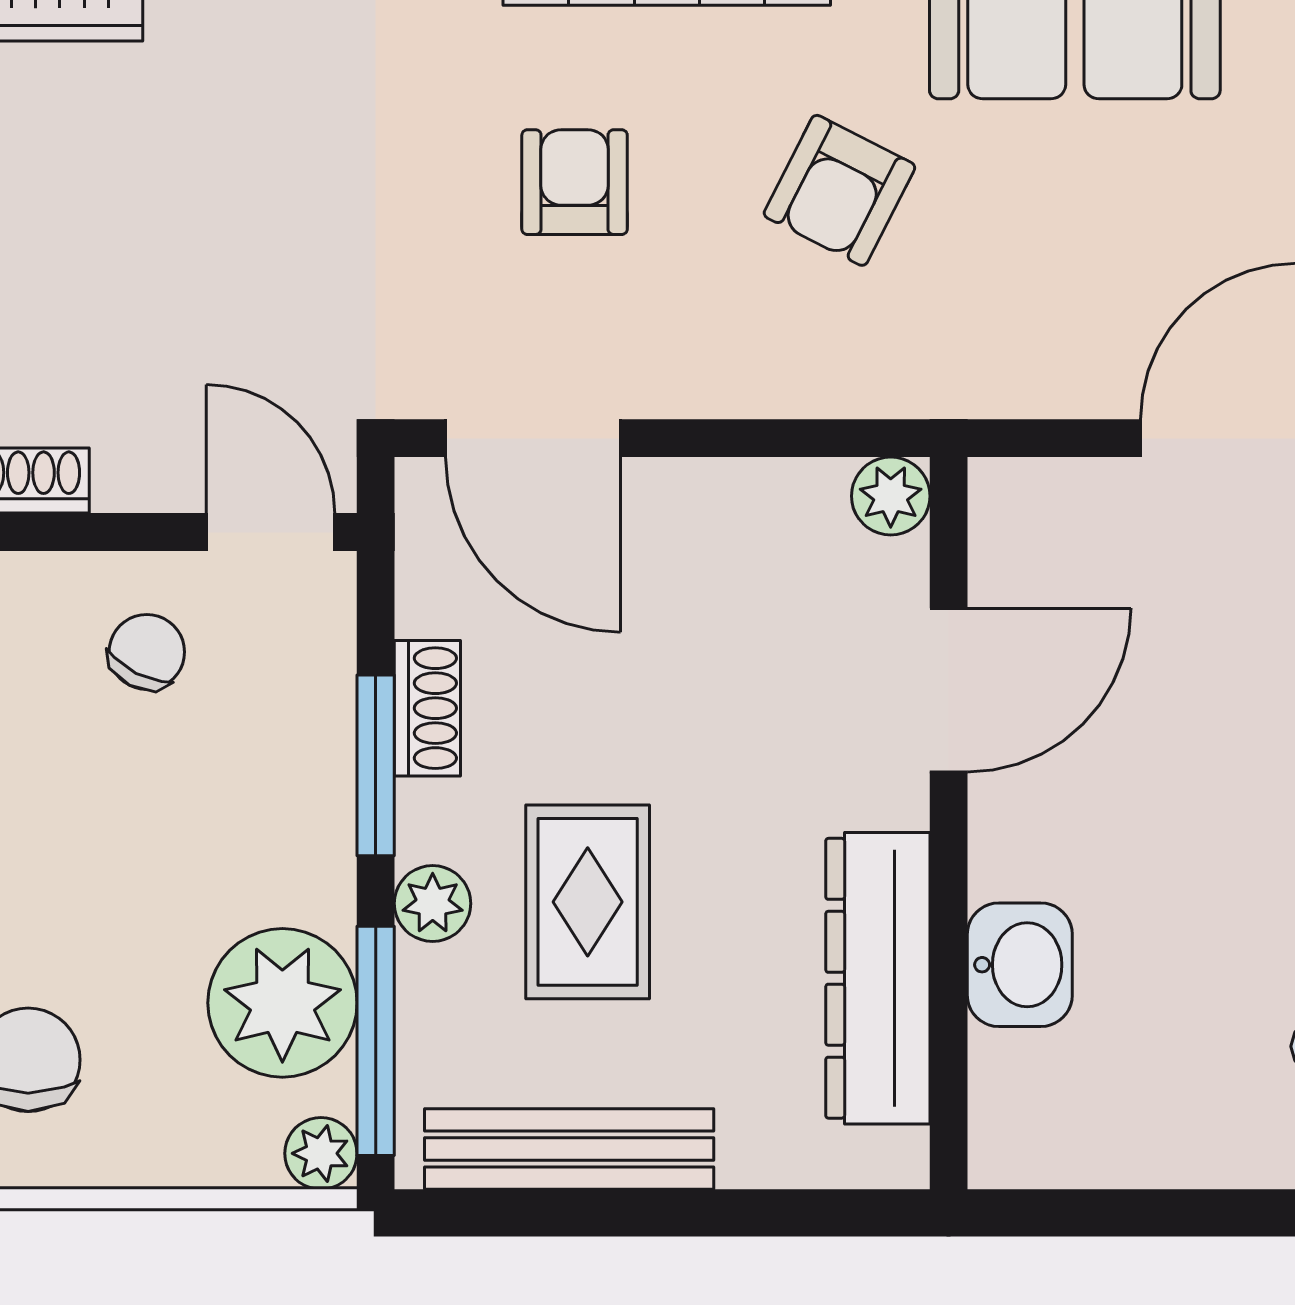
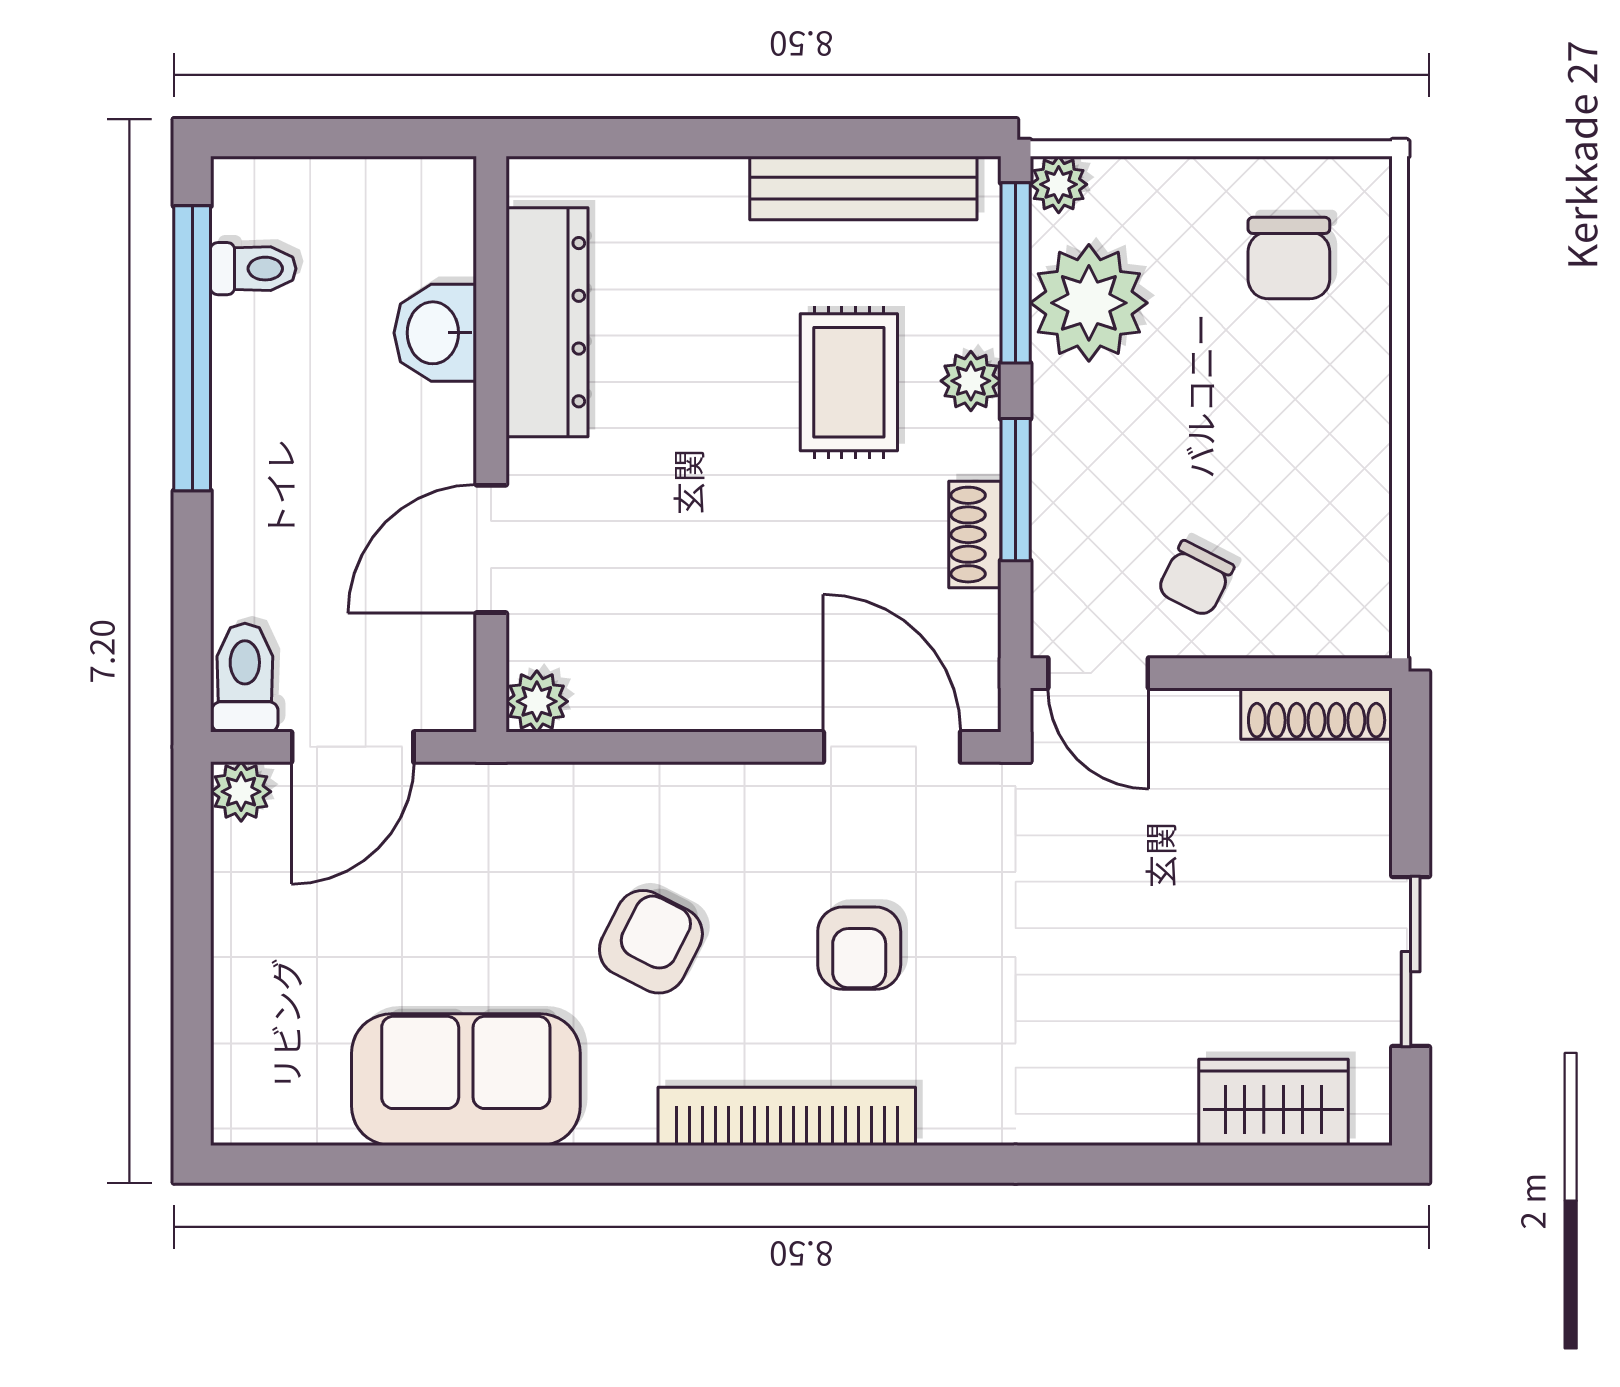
plant: (891, 496) -> (537, 701), moved
door: (949, 690) -> (491, 549), moved
wall: (949, 823) -> (491, 444), moved
washbasin: (1020, 965) -> (435, 333), moved
dresser: (878, 978) -> (547, 322), moved

